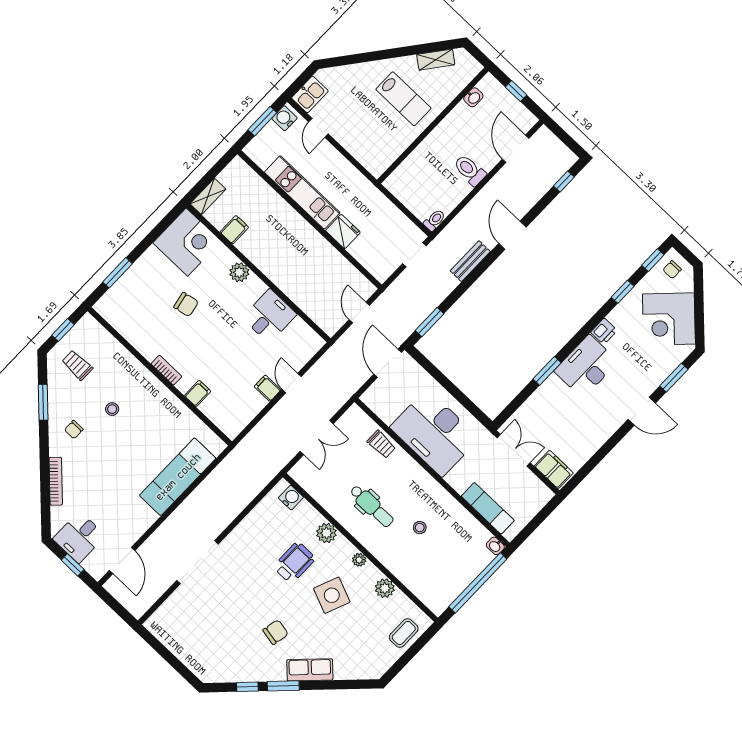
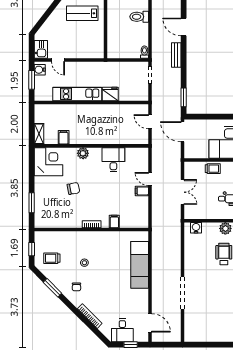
lab bench: (403, 99) -> (82, 13), turned 180

